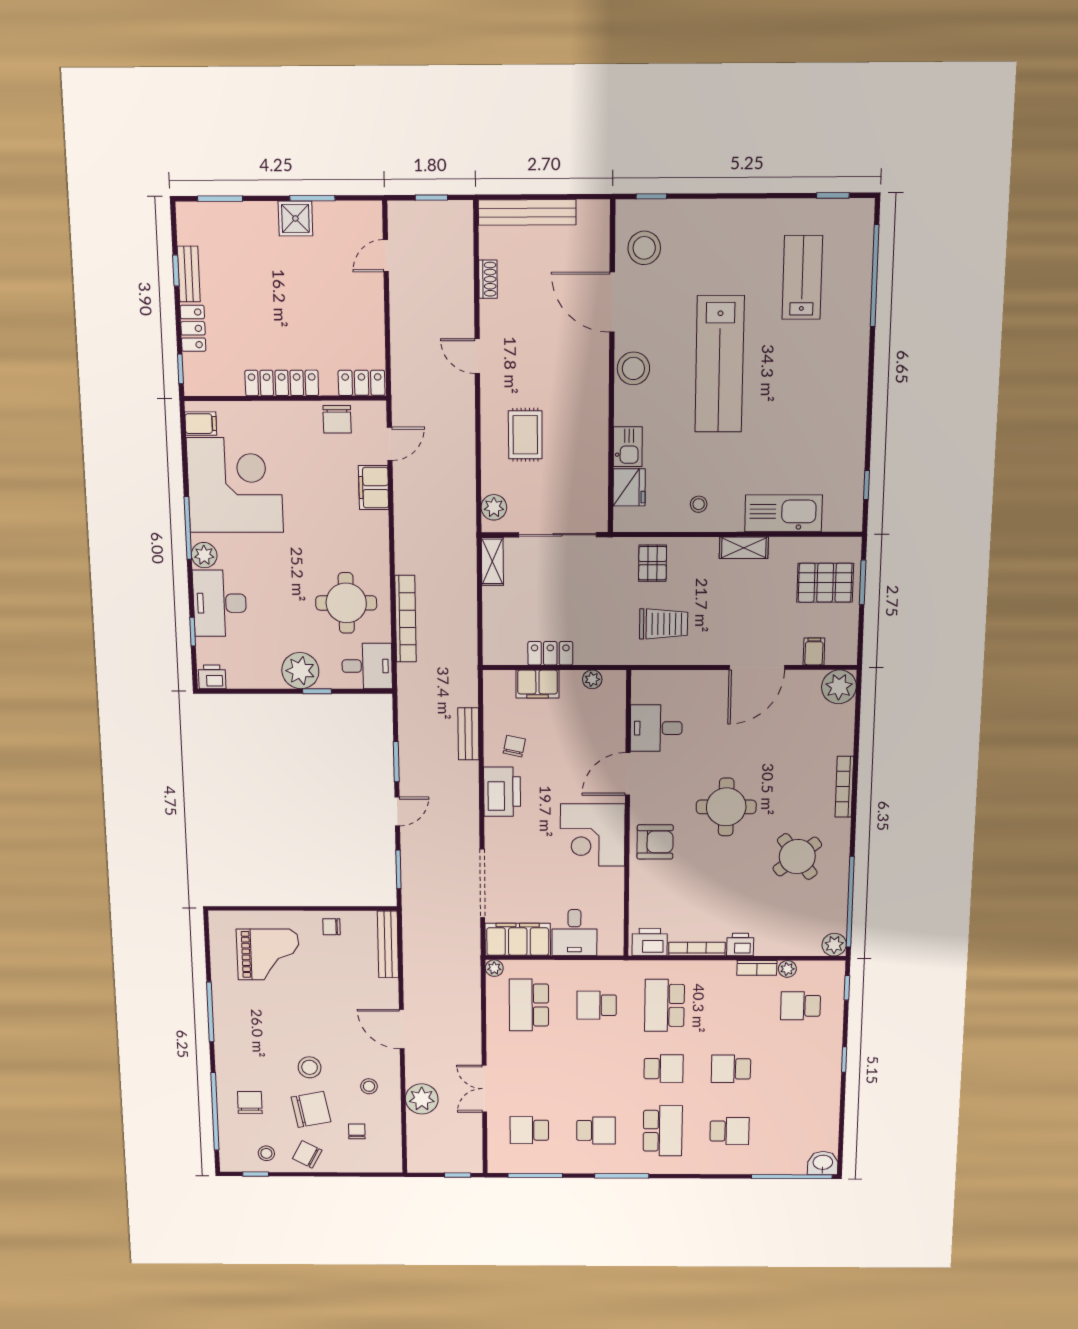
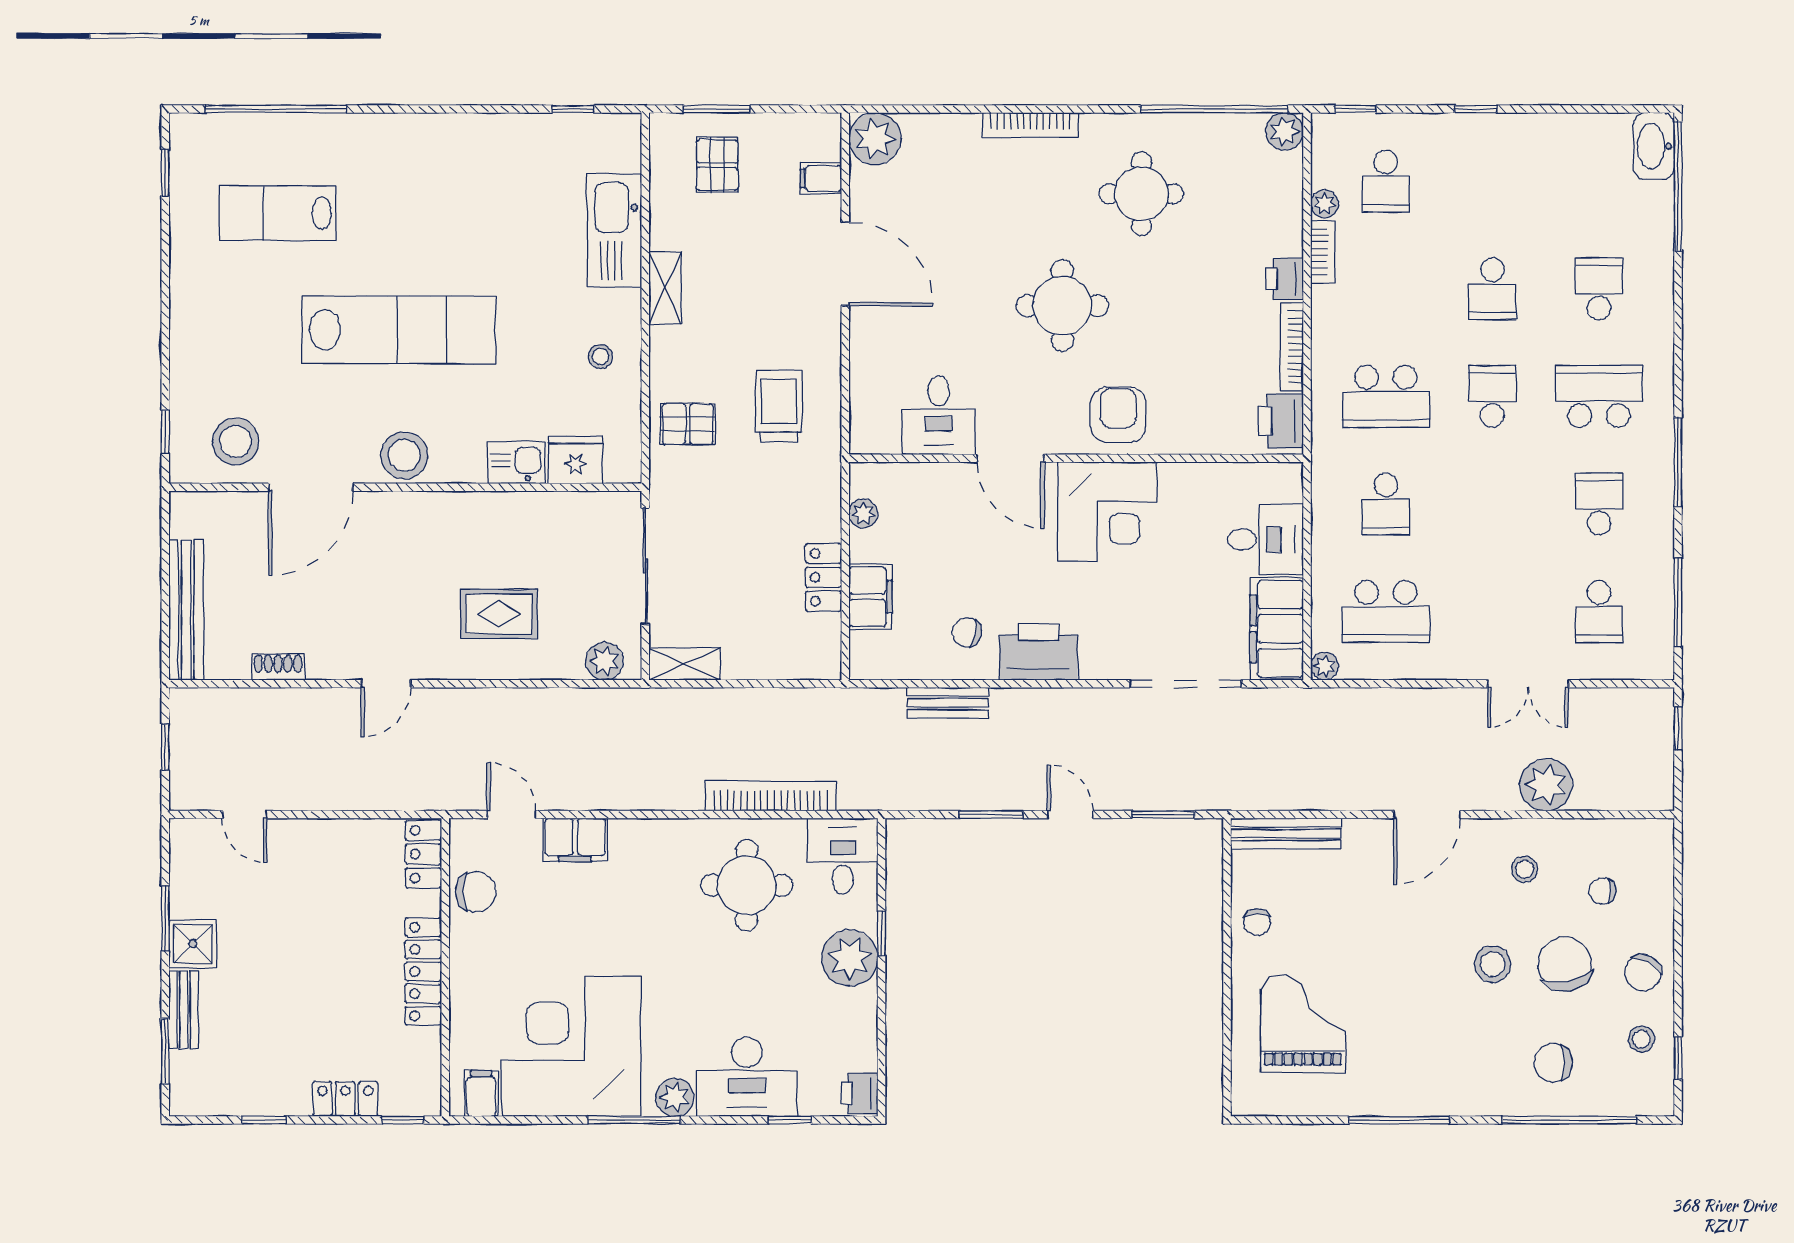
bench: (189, 274) -> (184, 1010), moved, turned 90
pallet: (825, 583) -> (717, 165), width x0.67, depth x0.71
round table: (797, 857) -> (1141, 194), turned 38
washbasin: (823, 1163) -> (1654, 146), width x1.38

